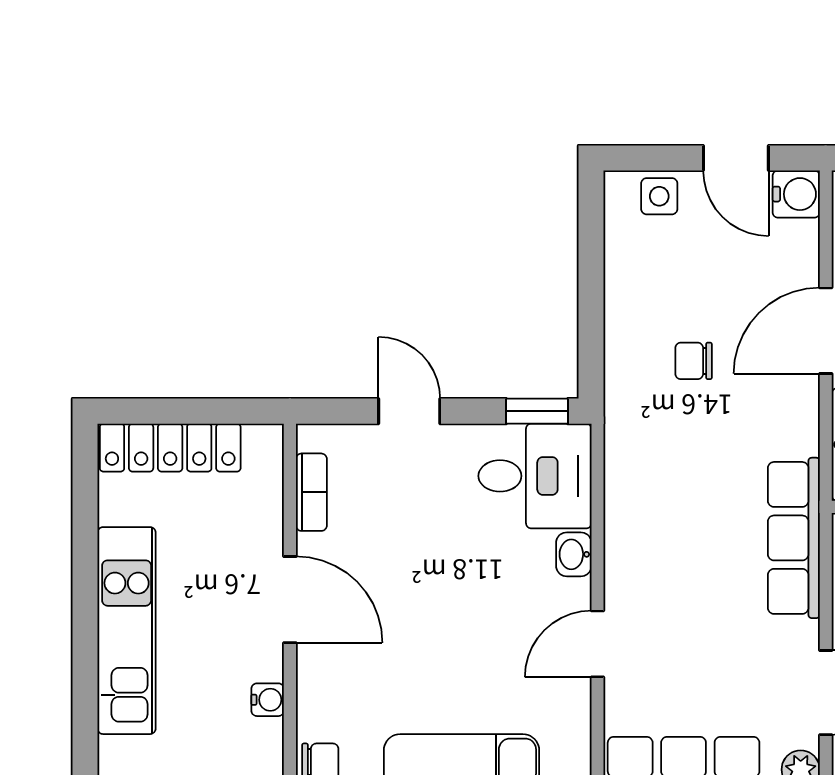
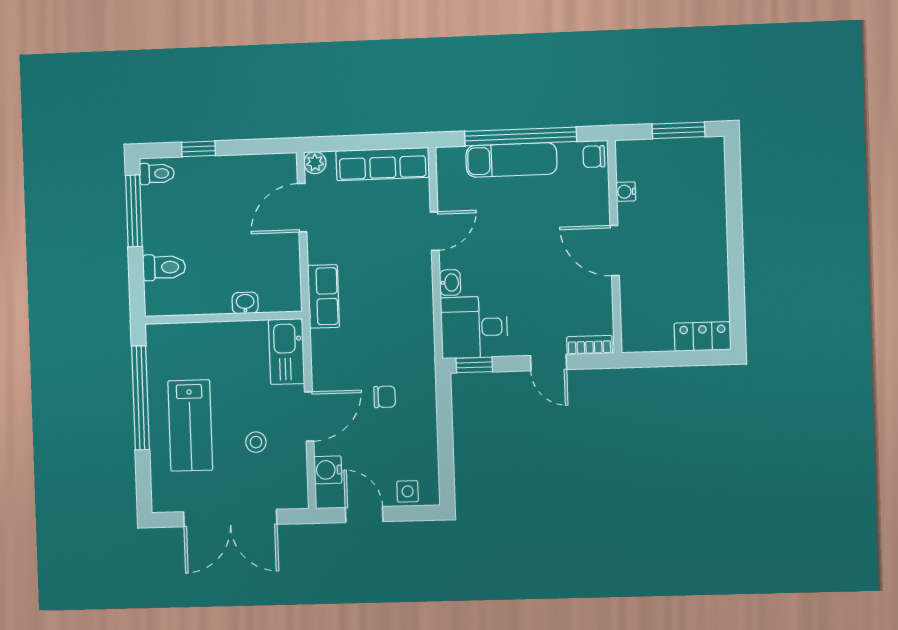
water cooler: (796, 194) -> (328, 470), moved
locker: (170, 448) -> (703, 336), width x0.66
bookcase: (311, 492) -> (589, 345), moved, turned 90
row of seats: (794, 538) -> (323, 296), width x0.68
kitchen unit: (127, 631) -> (710, 229), removed

